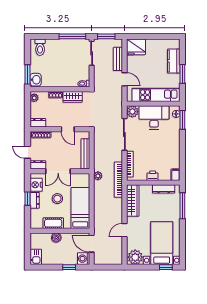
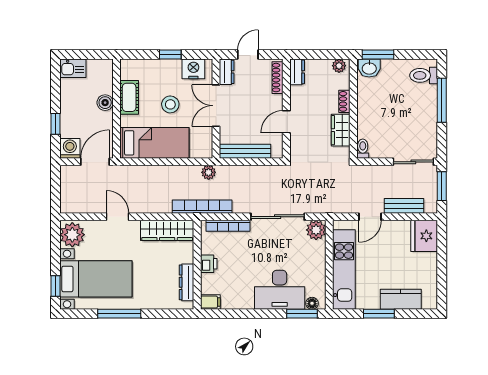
window: (72, 36) -> (442, 100), moved
desk: (154, 117) -> (280, 290), moved, turned 90
dresser: (35, 200) -> (167, 66), removed
window: (182, 206) -> (119, 314), moved

